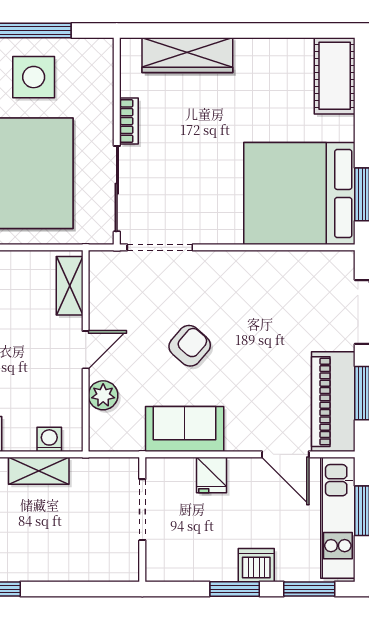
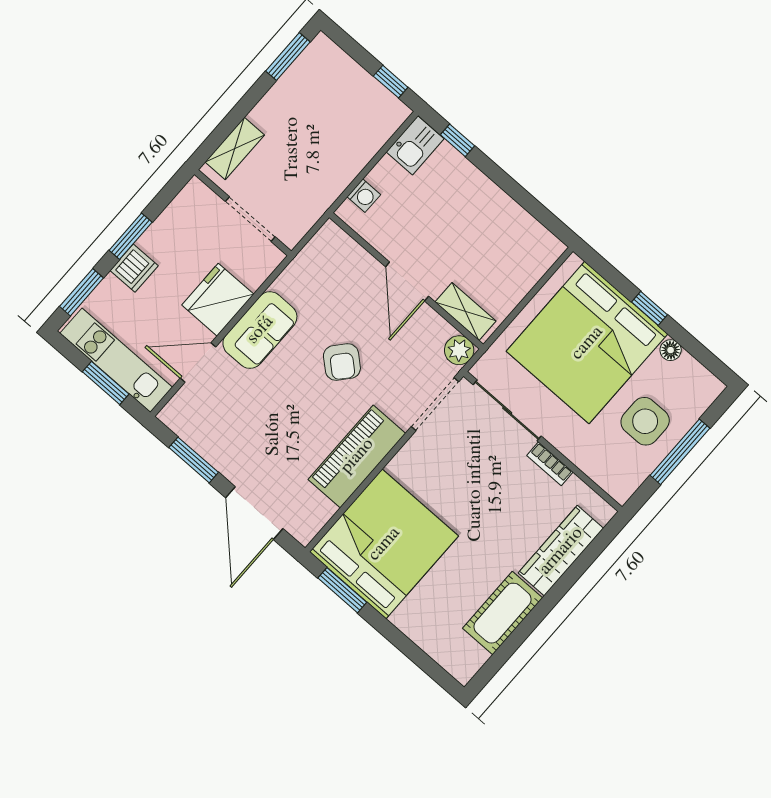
cot: (335, 76) -> (503, 613), moved, turned 90
door: (86, 350) -> (407, 282), width x1.38
plant: (103, 395) -> (459, 350), moved
piano: (333, 402) -> (357, 456), moved, turned -90
sofa: (185, 429) -> (260, 330), moved
shelving: (39, 471) -> (235, 148), moved
fridge: (211, 475) -> (218, 300), width x1.88, depth x1.34

